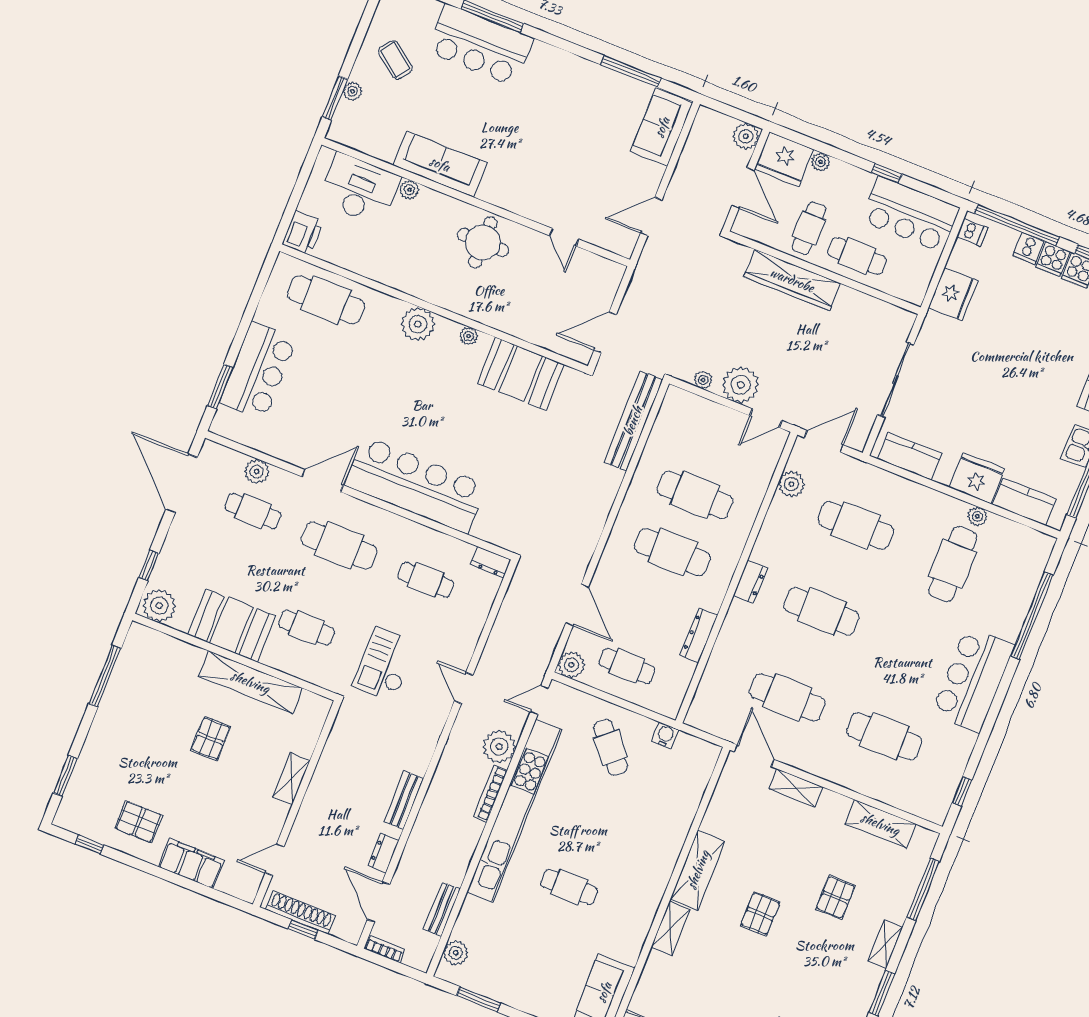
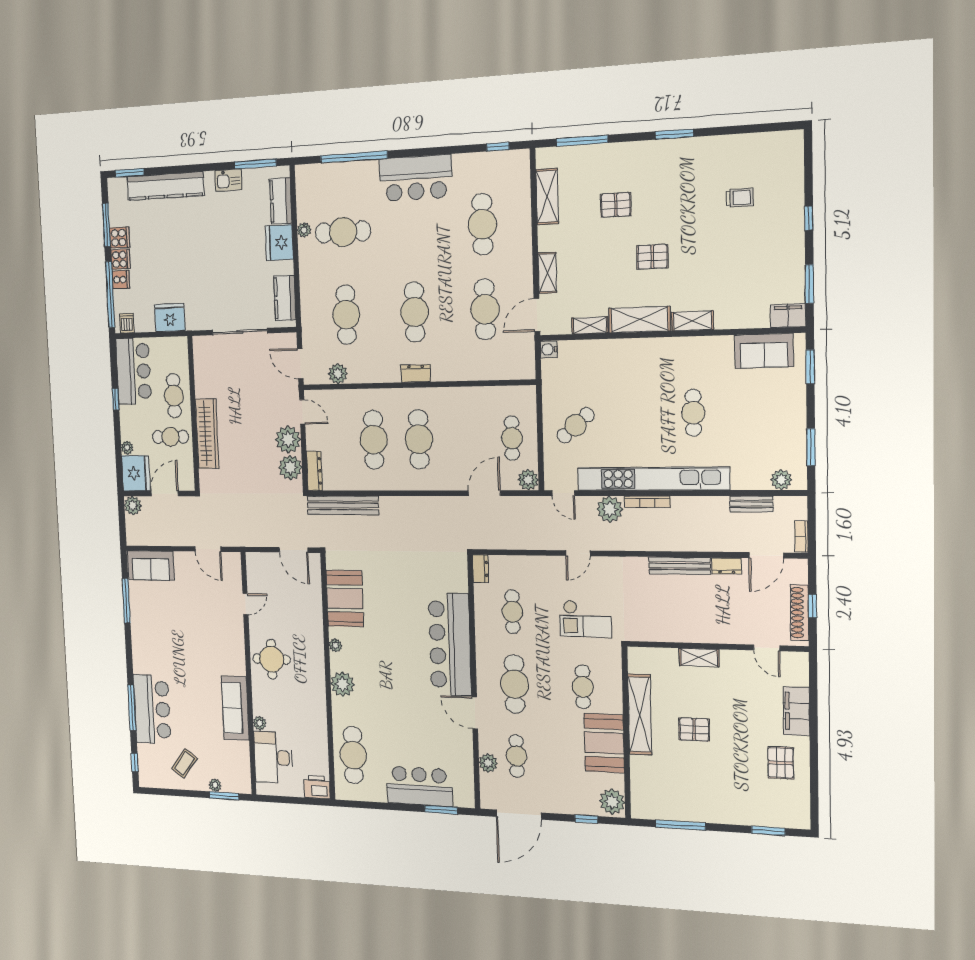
plant: (703, 380) -> (290, 468), width x1.88, depth x1.88
dresser: (699, 635) -> (314, 471), moved, turned -90
water cooler: (665, 735) -> (549, 349), moved
bench: (404, 800) -> (680, 566), width x1.36
window: (89, 845) -> (814, 795), removed
shelving: (885, 944) -> (590, 325), moved

